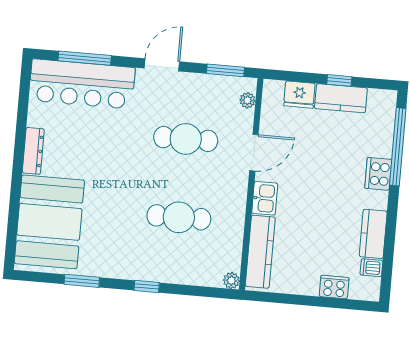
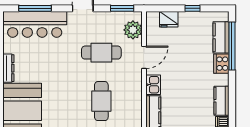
kitchen counter: (341, 98) -> (221, 37), moved, turned 90
plant: (248, 100) -> (133, 30), width x1.88, depth x1.88
cafe table: (179, 217) -> (101, 101), turned 90

